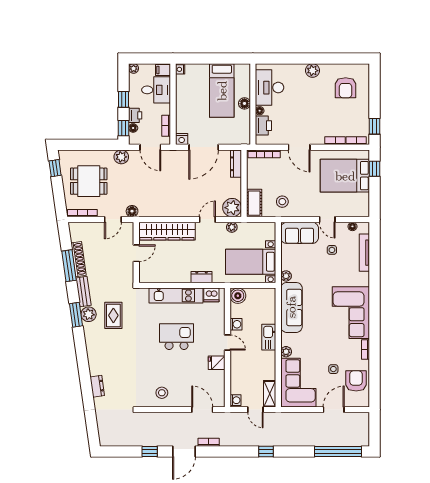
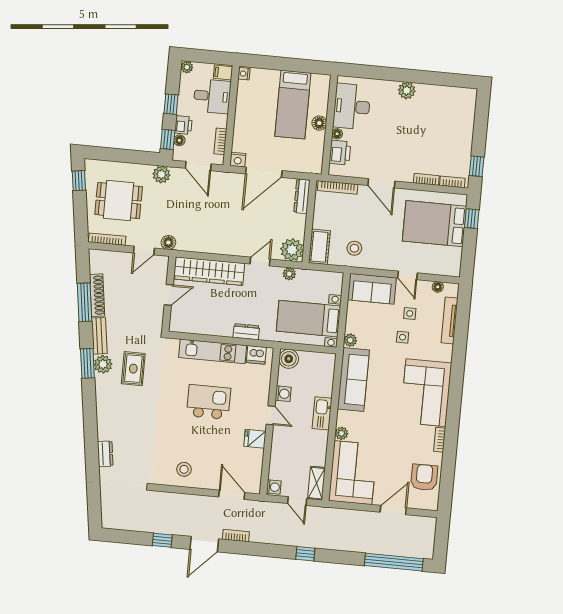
armchair: (346, 88) -> (445, 116), removed
side table: (333, 369) -> (403, 337), moved

